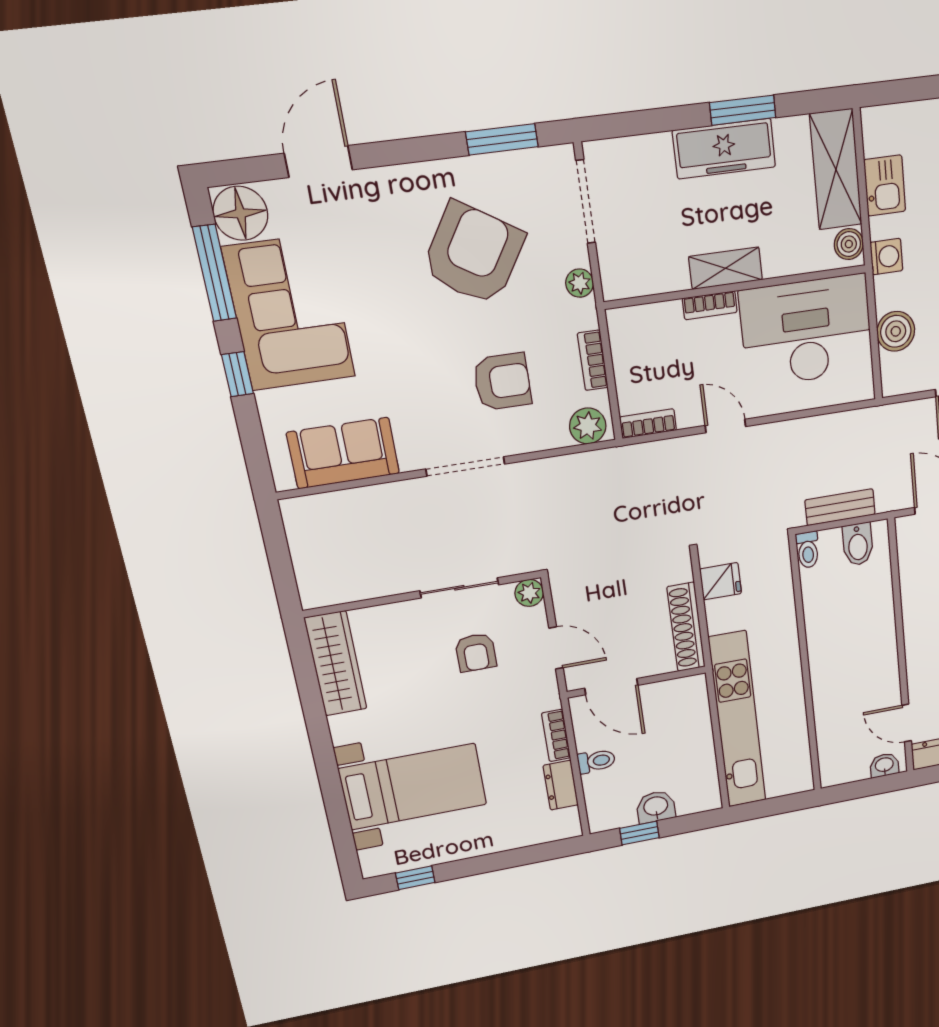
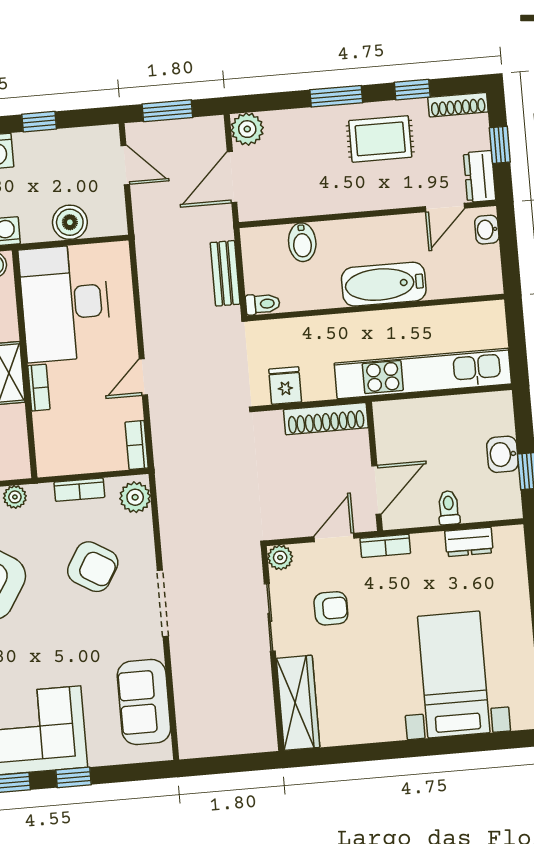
armchair: (502, 382) -> (93, 567), turned 121
bidet: (858, 544) -> (302, 242), moved, turned 90
wardrobe: (336, 664) -> (298, 703), moved, turned 90
bathtub: (829, 672) -> (384, 284), added
bookcase: (556, 736) -> (385, 546), moved

